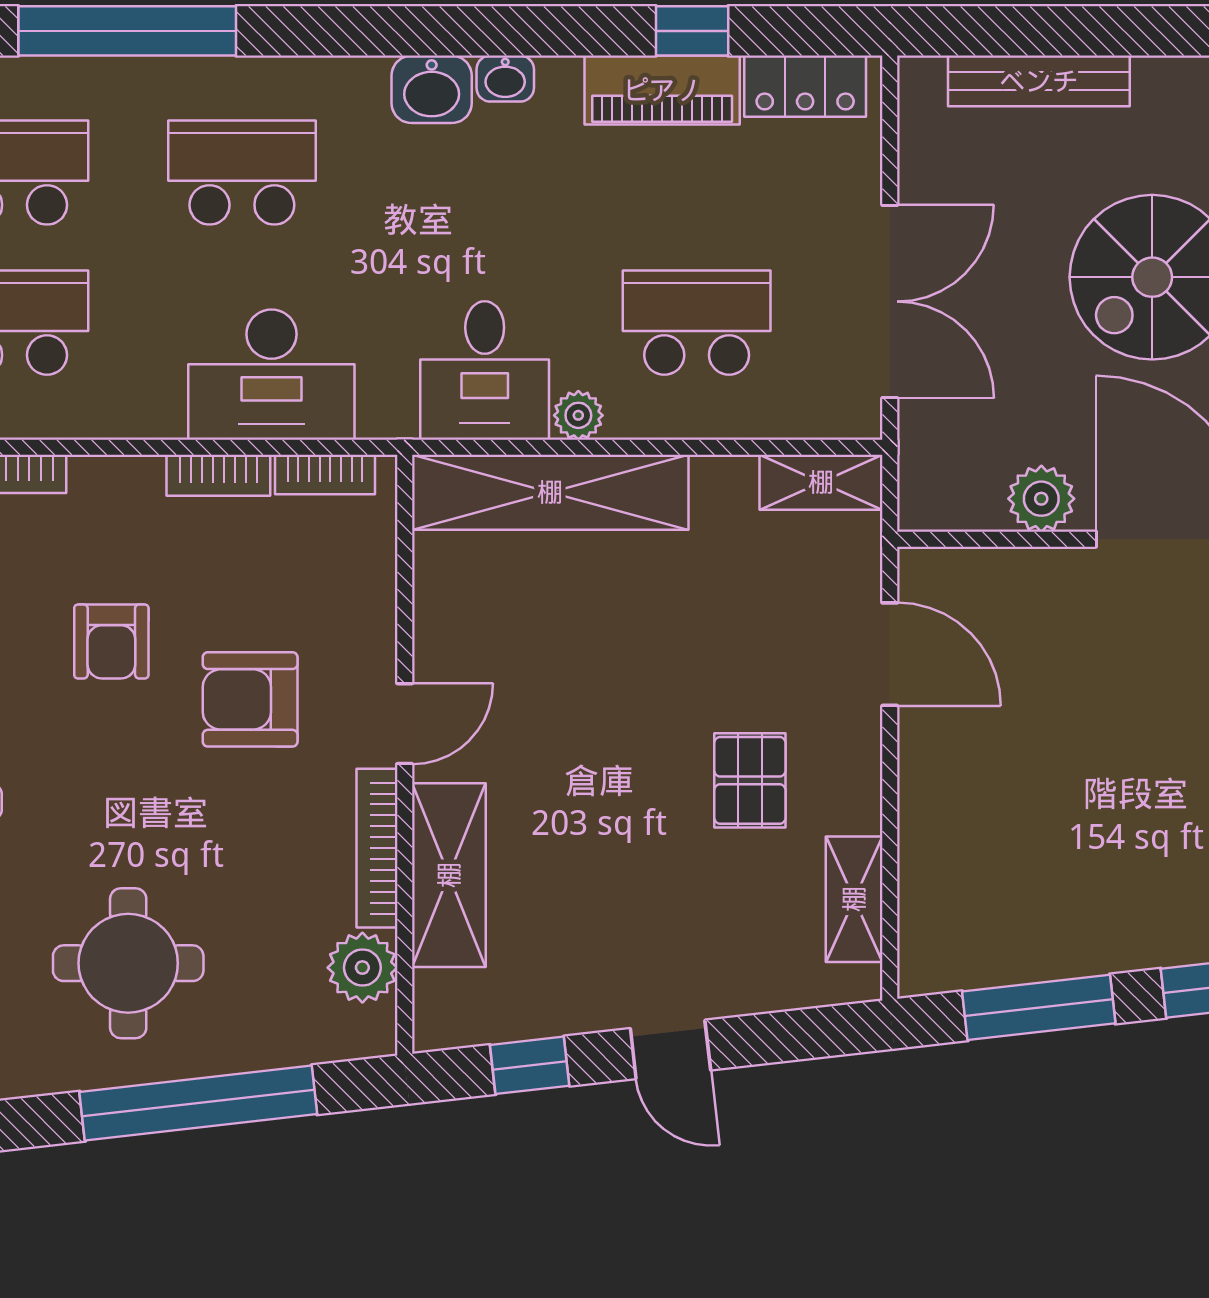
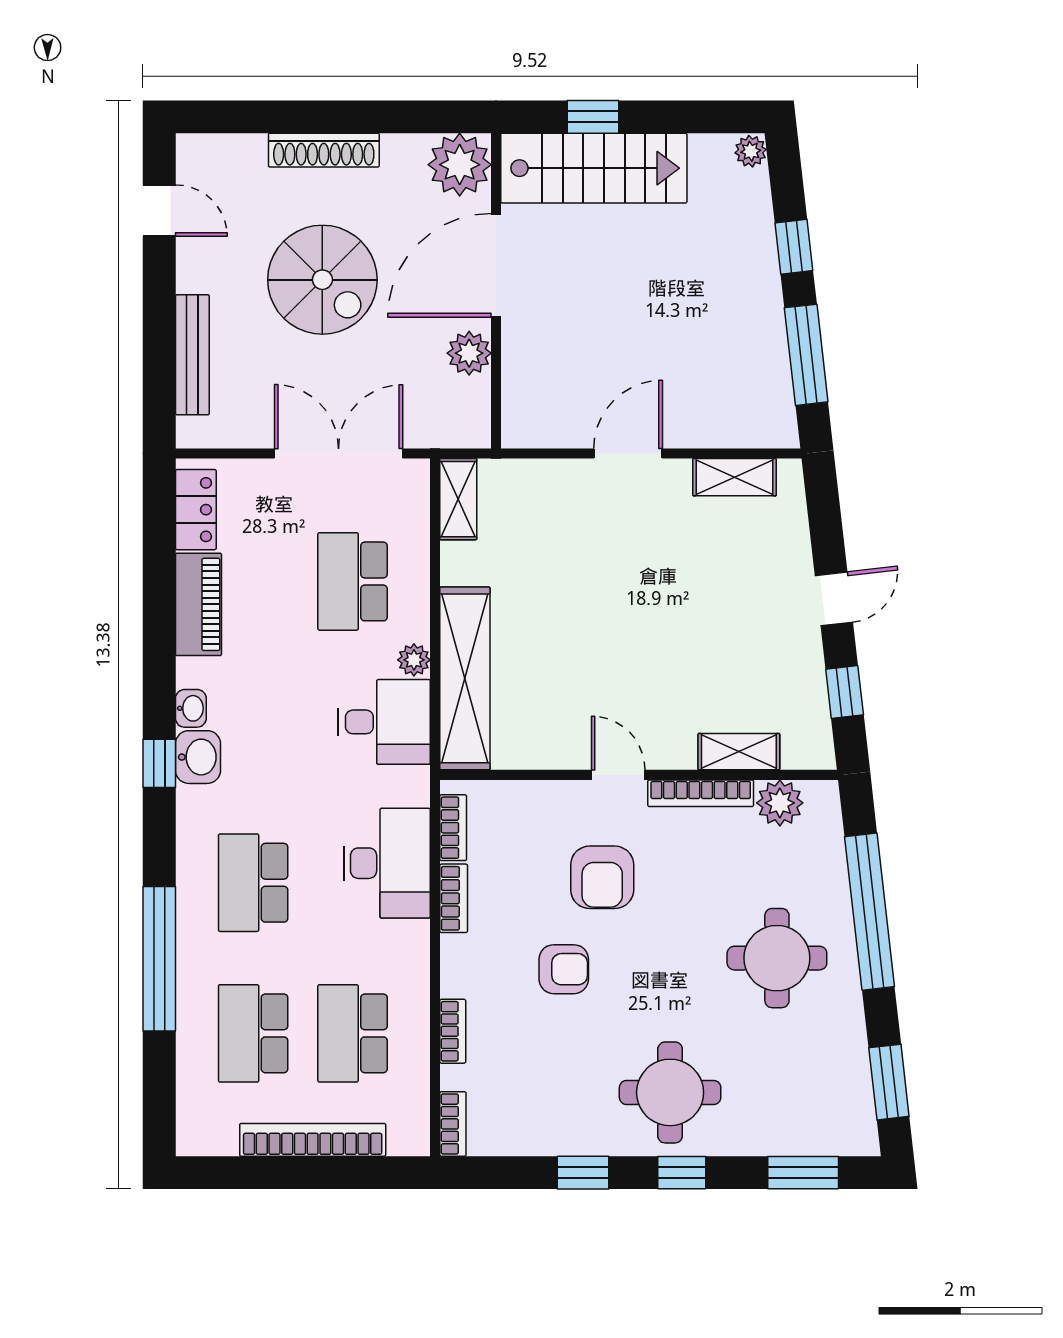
window: (692, 31) -> (159, 763), moved
door: (890, 654) -> (628, 454), moved
pallet: (750, 780) -> (656, 546), removed
shelving: (449, 875) -> (739, 752), width x0.67, depth x0.75

